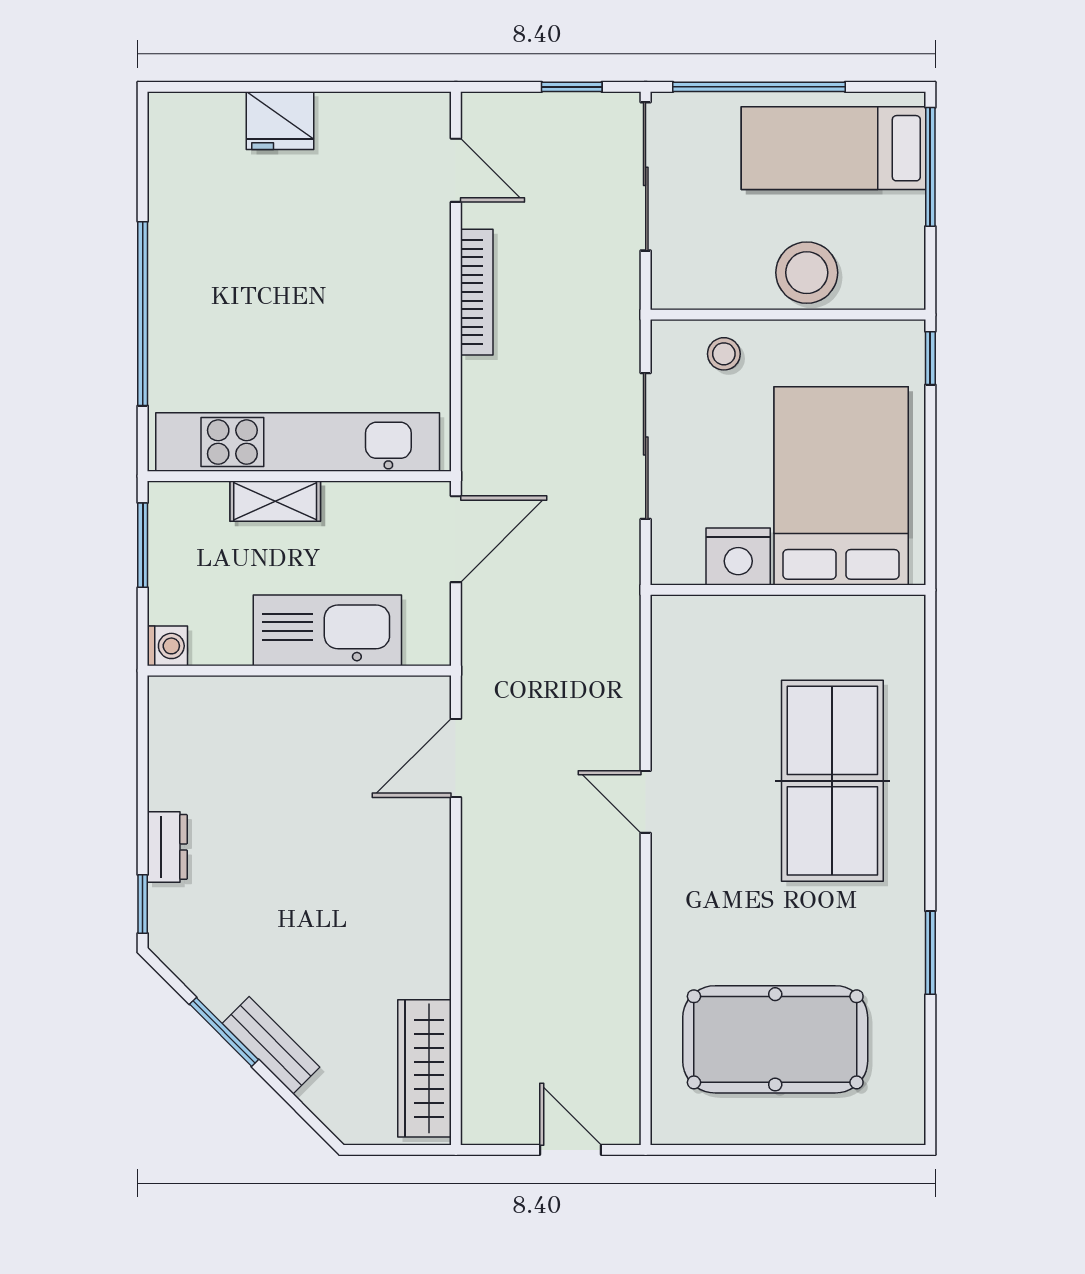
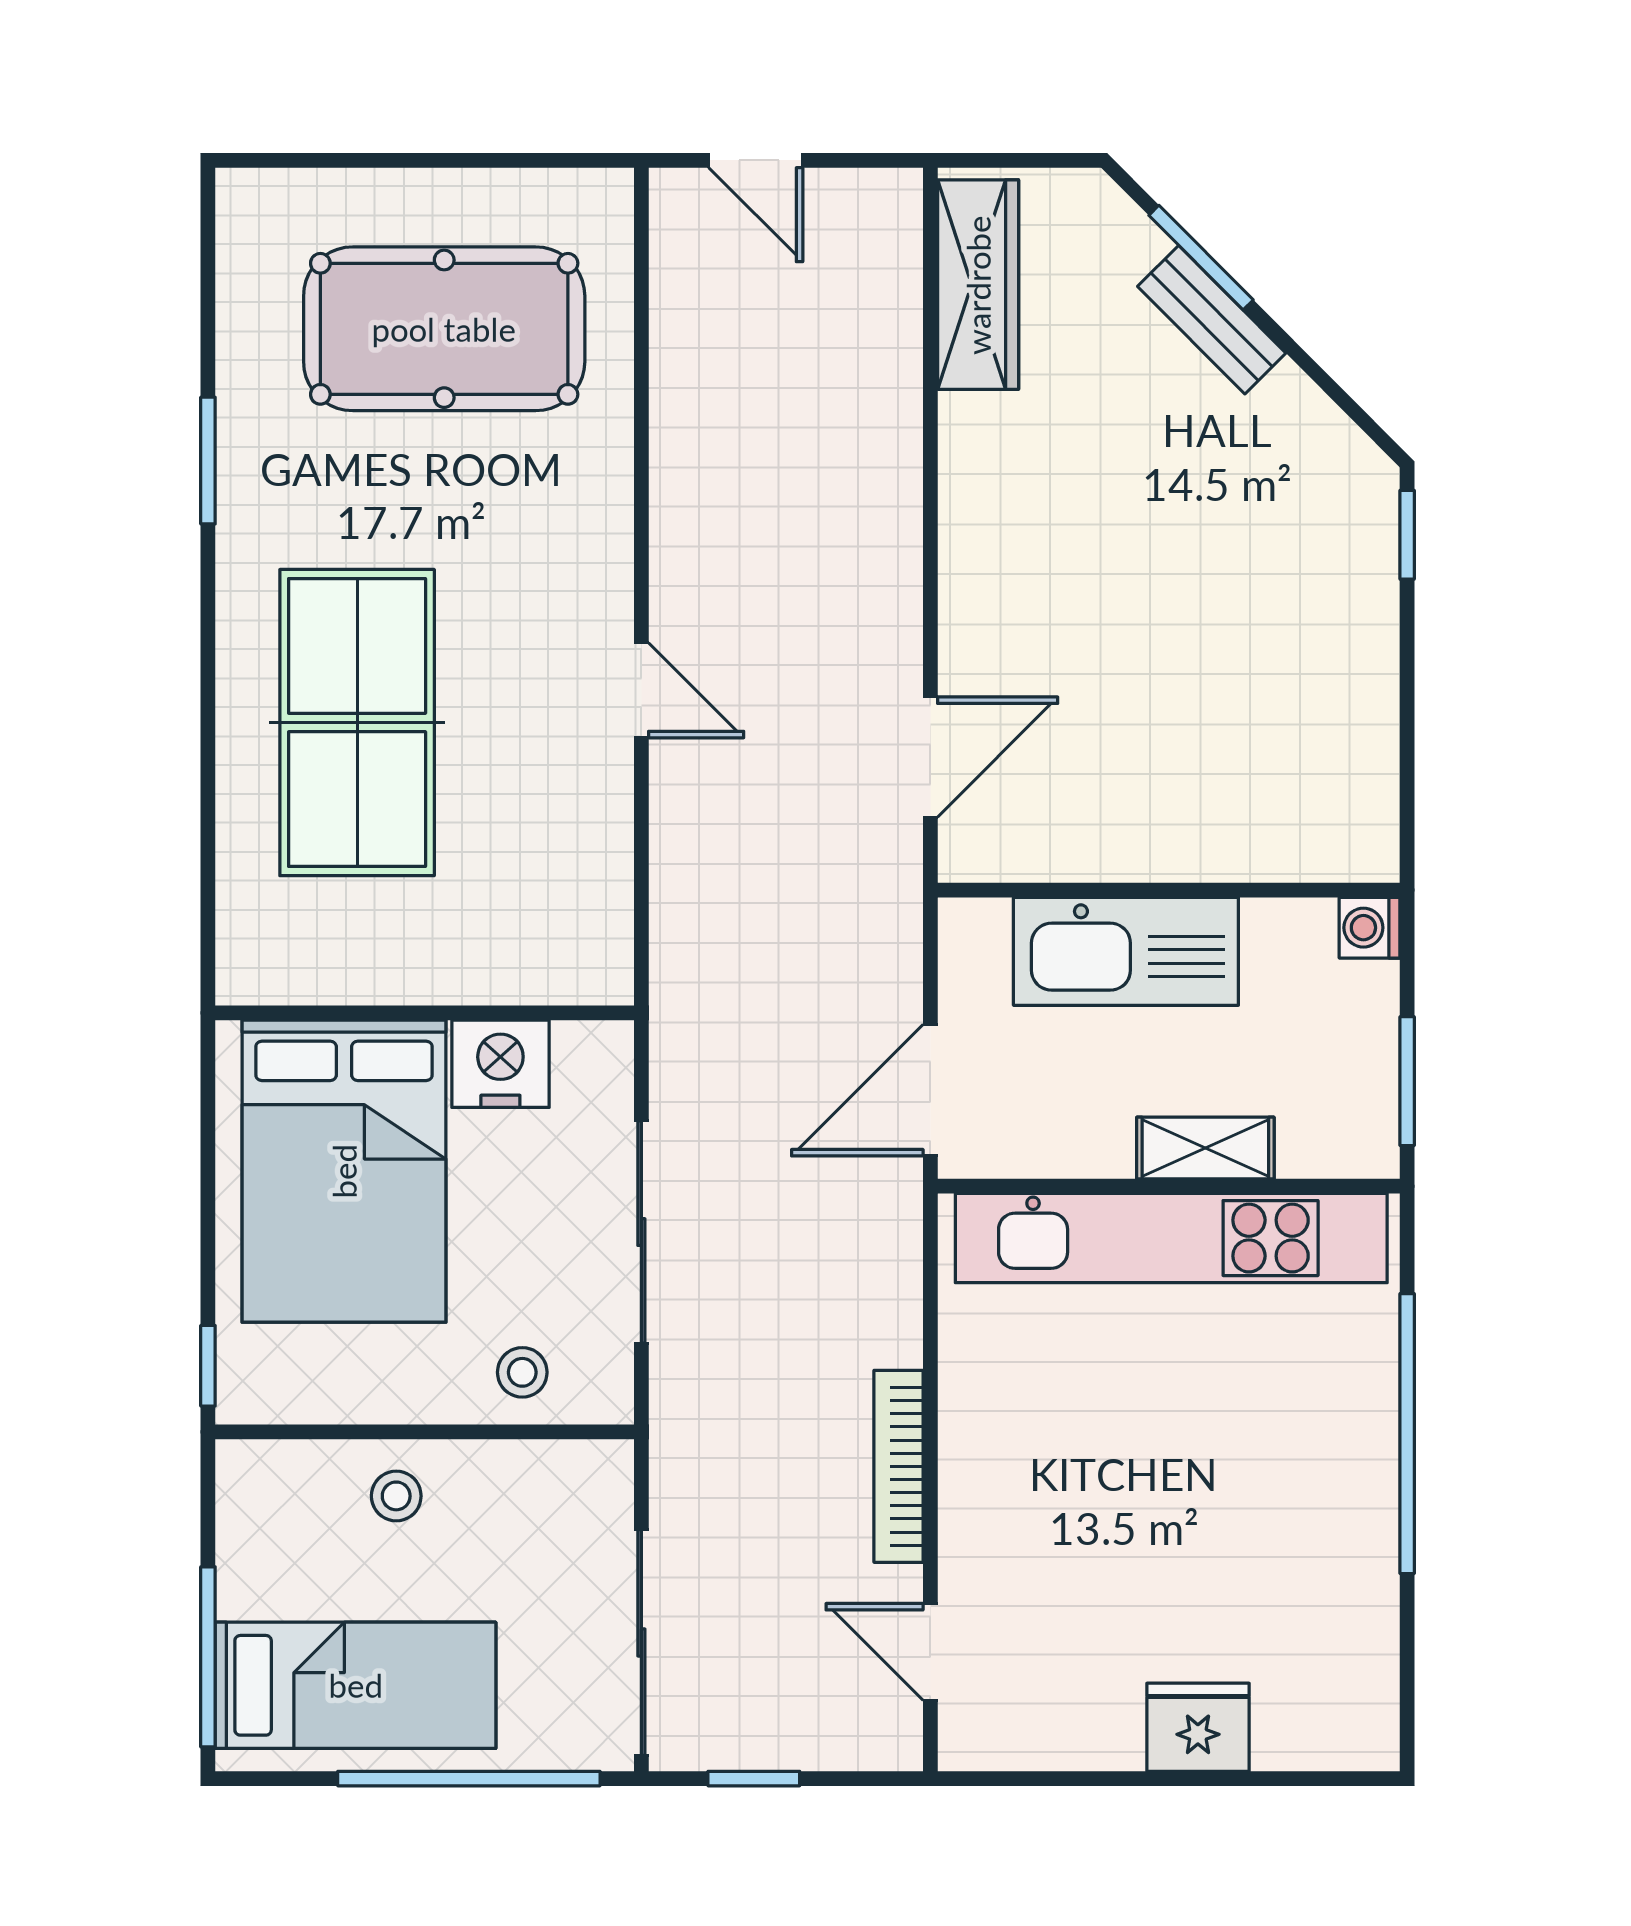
stool: (807, 273) -> (396, 1496), width x0.53, depth x0.53
dresser: (167, 847) -> (1370, 622), removed
window: (224, 1032) -> (1201, 258), moved

